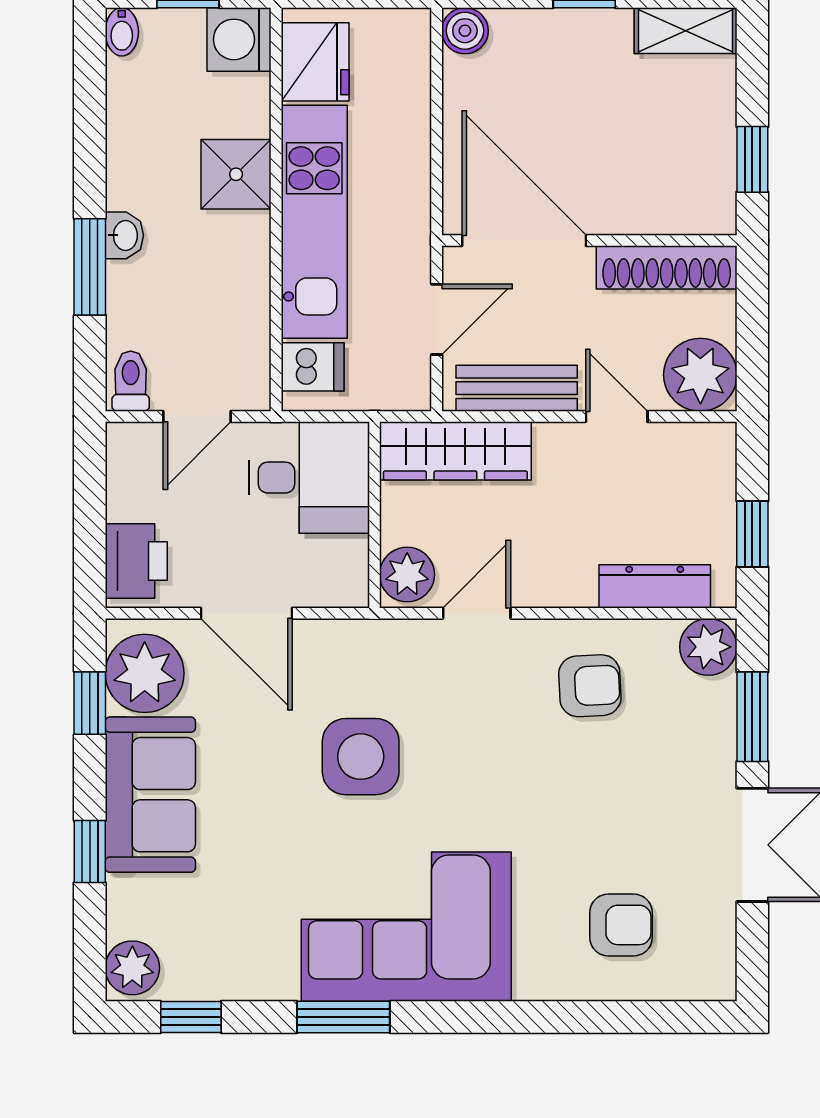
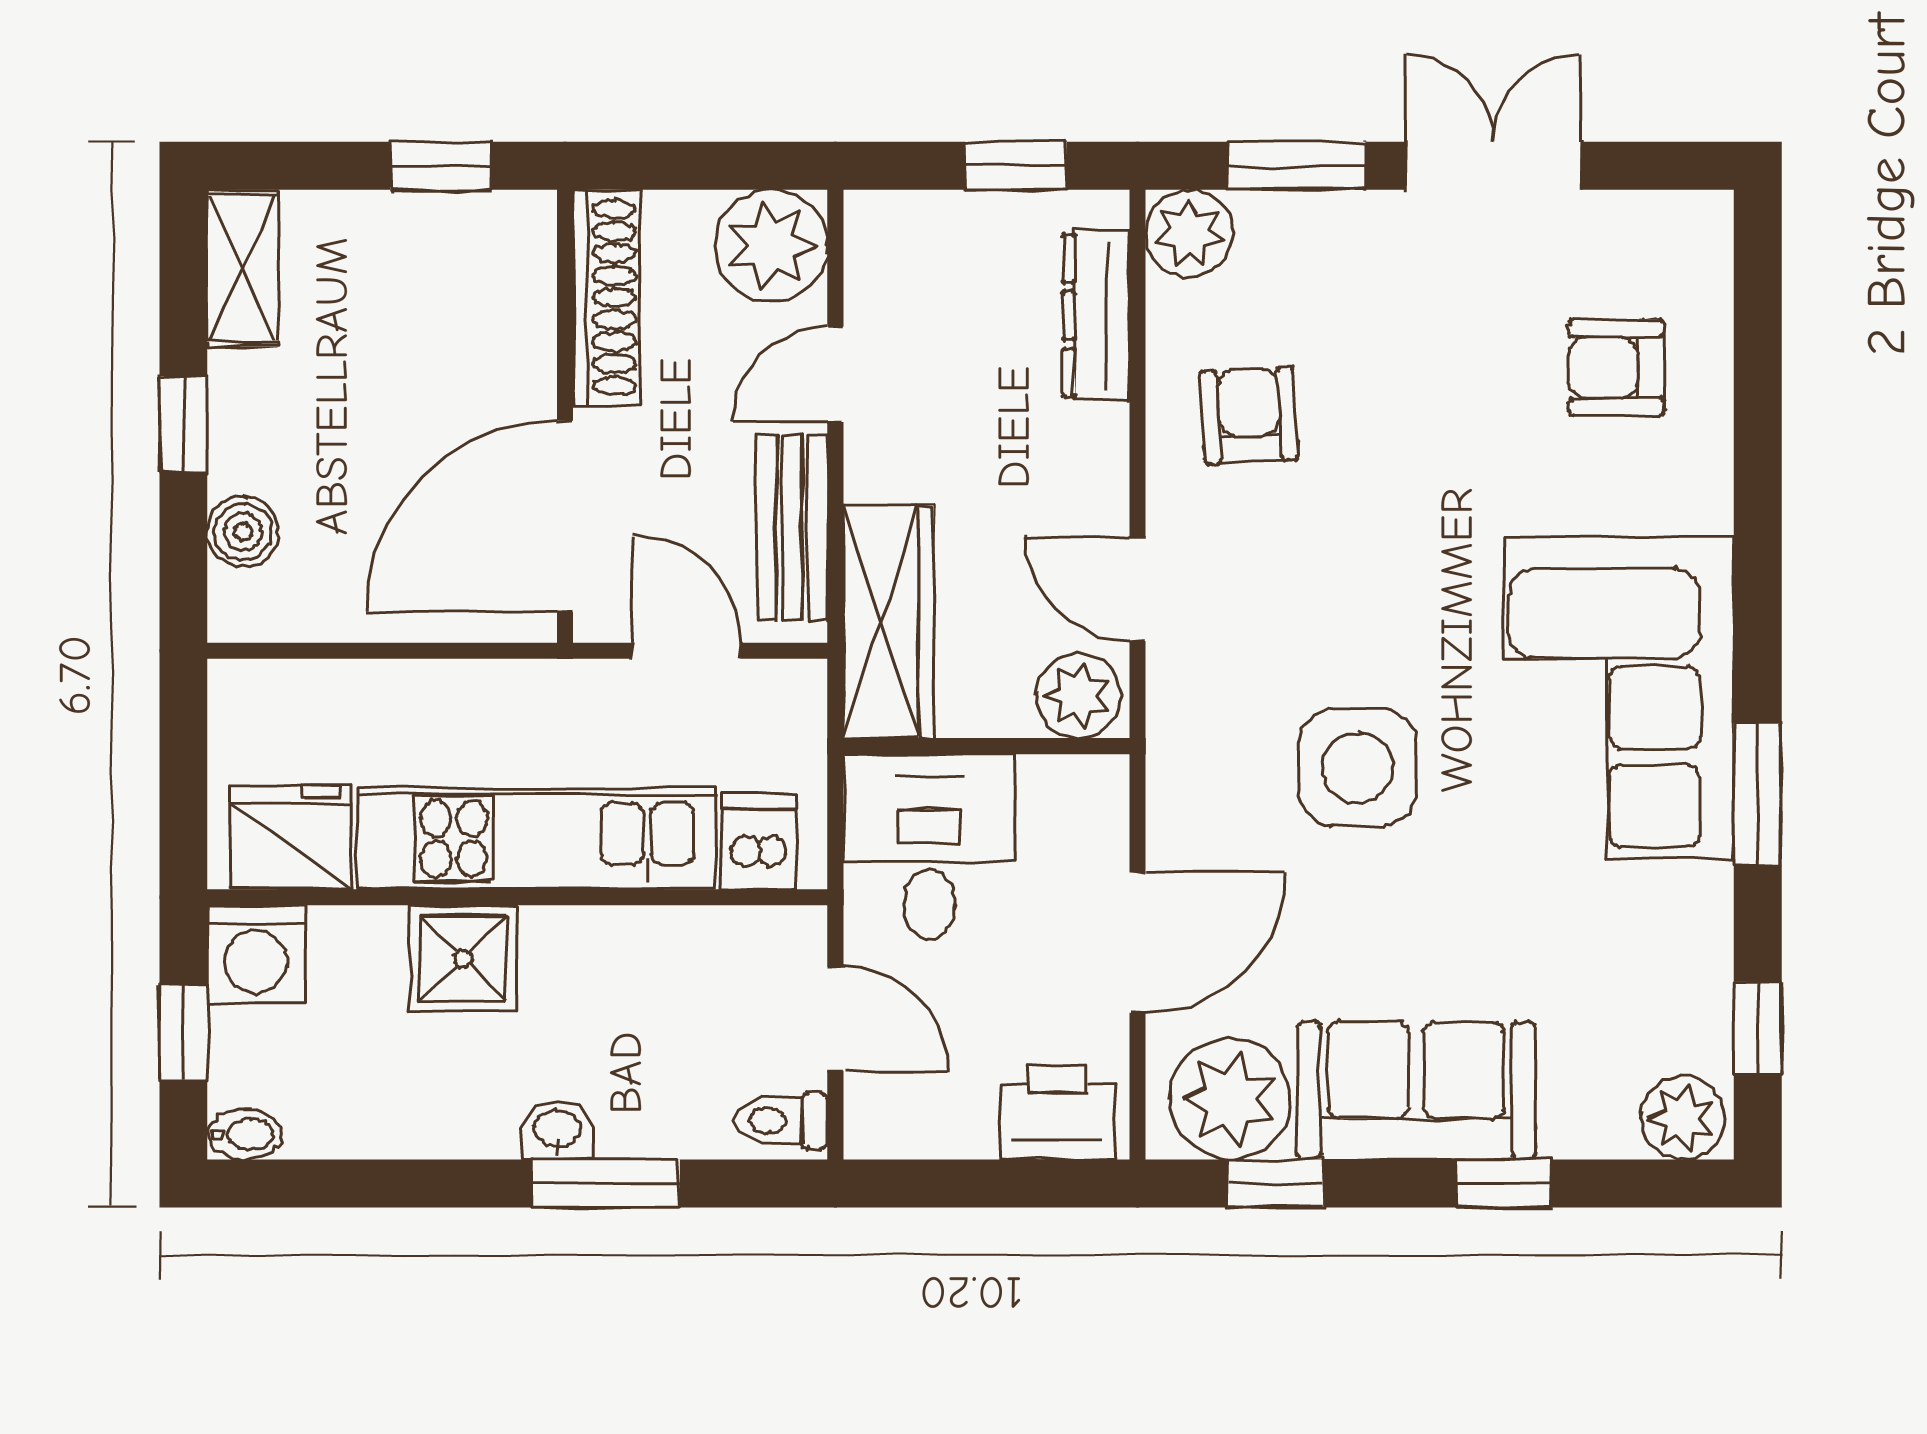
boiler: (465, 31) -> (243, 532), moved
armchair: (621, 925) -> (1616, 368), turned -90

